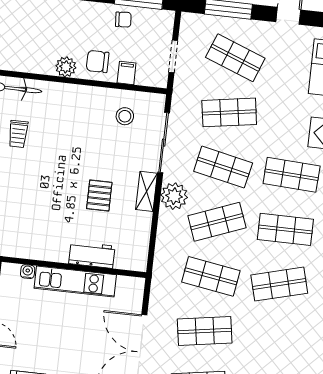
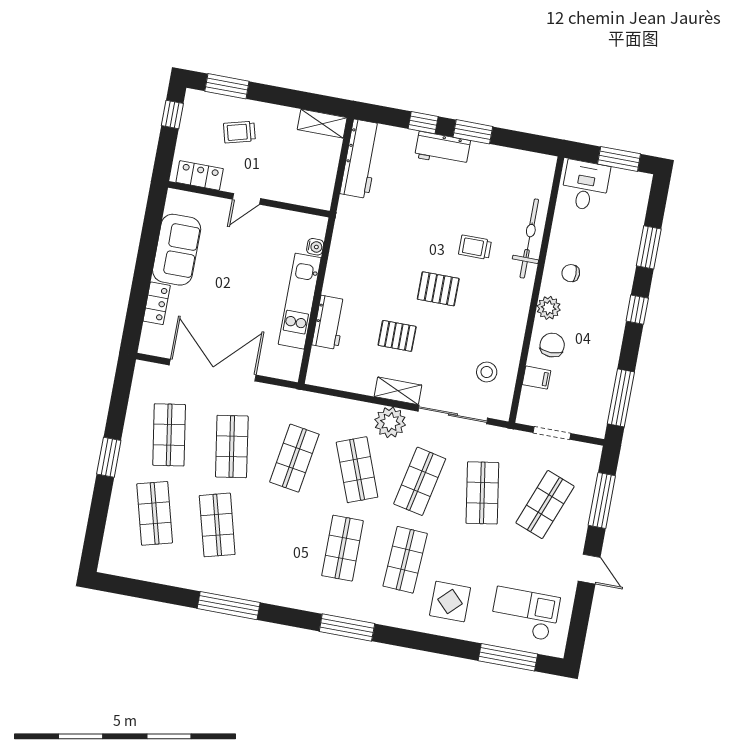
chair: (123, 20) -> (571, 273), moved, turned 94
pallet: (56, 163) -> (438, 289), added
shop shelf: (279, 284) -> (217, 525), moved

